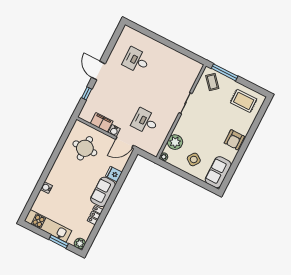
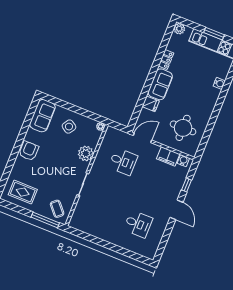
water cooler: (114, 131) -> (183, 161), moved
plant: (175, 142) -> (86, 153), moved
window: (59, 242) -> (214, 34), moved

